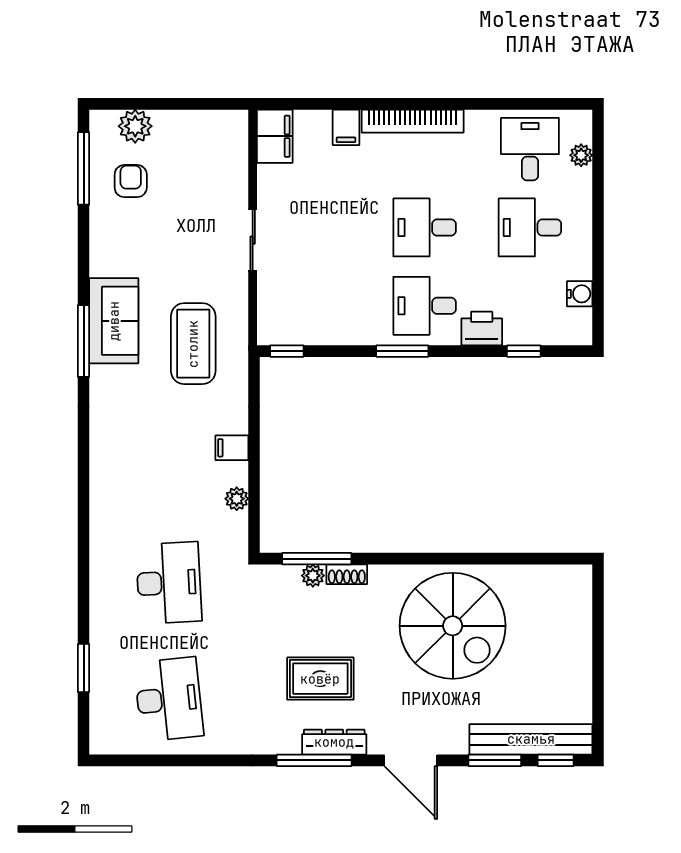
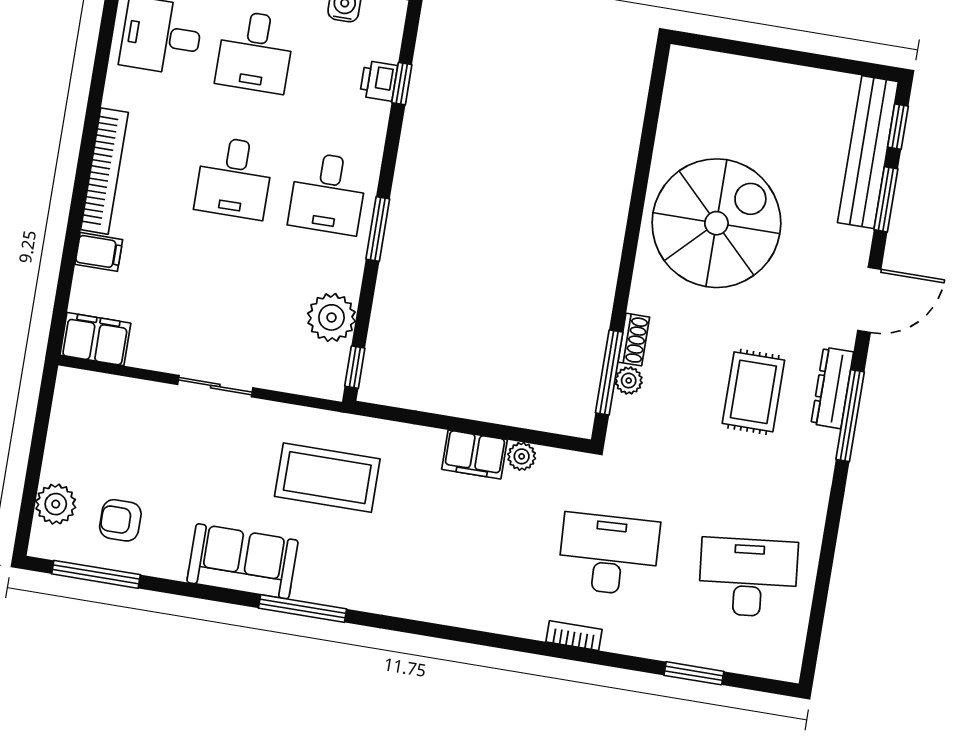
sofa: (114, 321) -> (242, 561), moved
plant: (324, 325) -> (331, 317), added
printer: (482, 329) -> (379, 81), moved, width x0.73, depth x0.81
filing cabinet: (232, 448) -> (474, 455), width x2.00
bookcase: (98, 565) -> (574, 636), added

